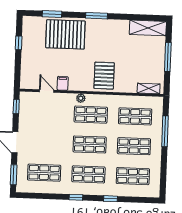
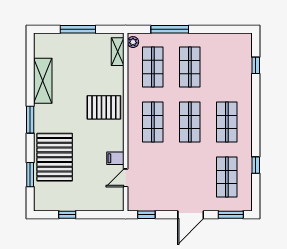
shelving: (148, 28) -> (43, 81), moved
plant: (81, 98) -> (133, 42), moved
shop shelf: (133, 176) -> (227, 67), removed
window: (76, 197) -> (256, 165), moved
window: (110, 199) -> (256, 65), moved

